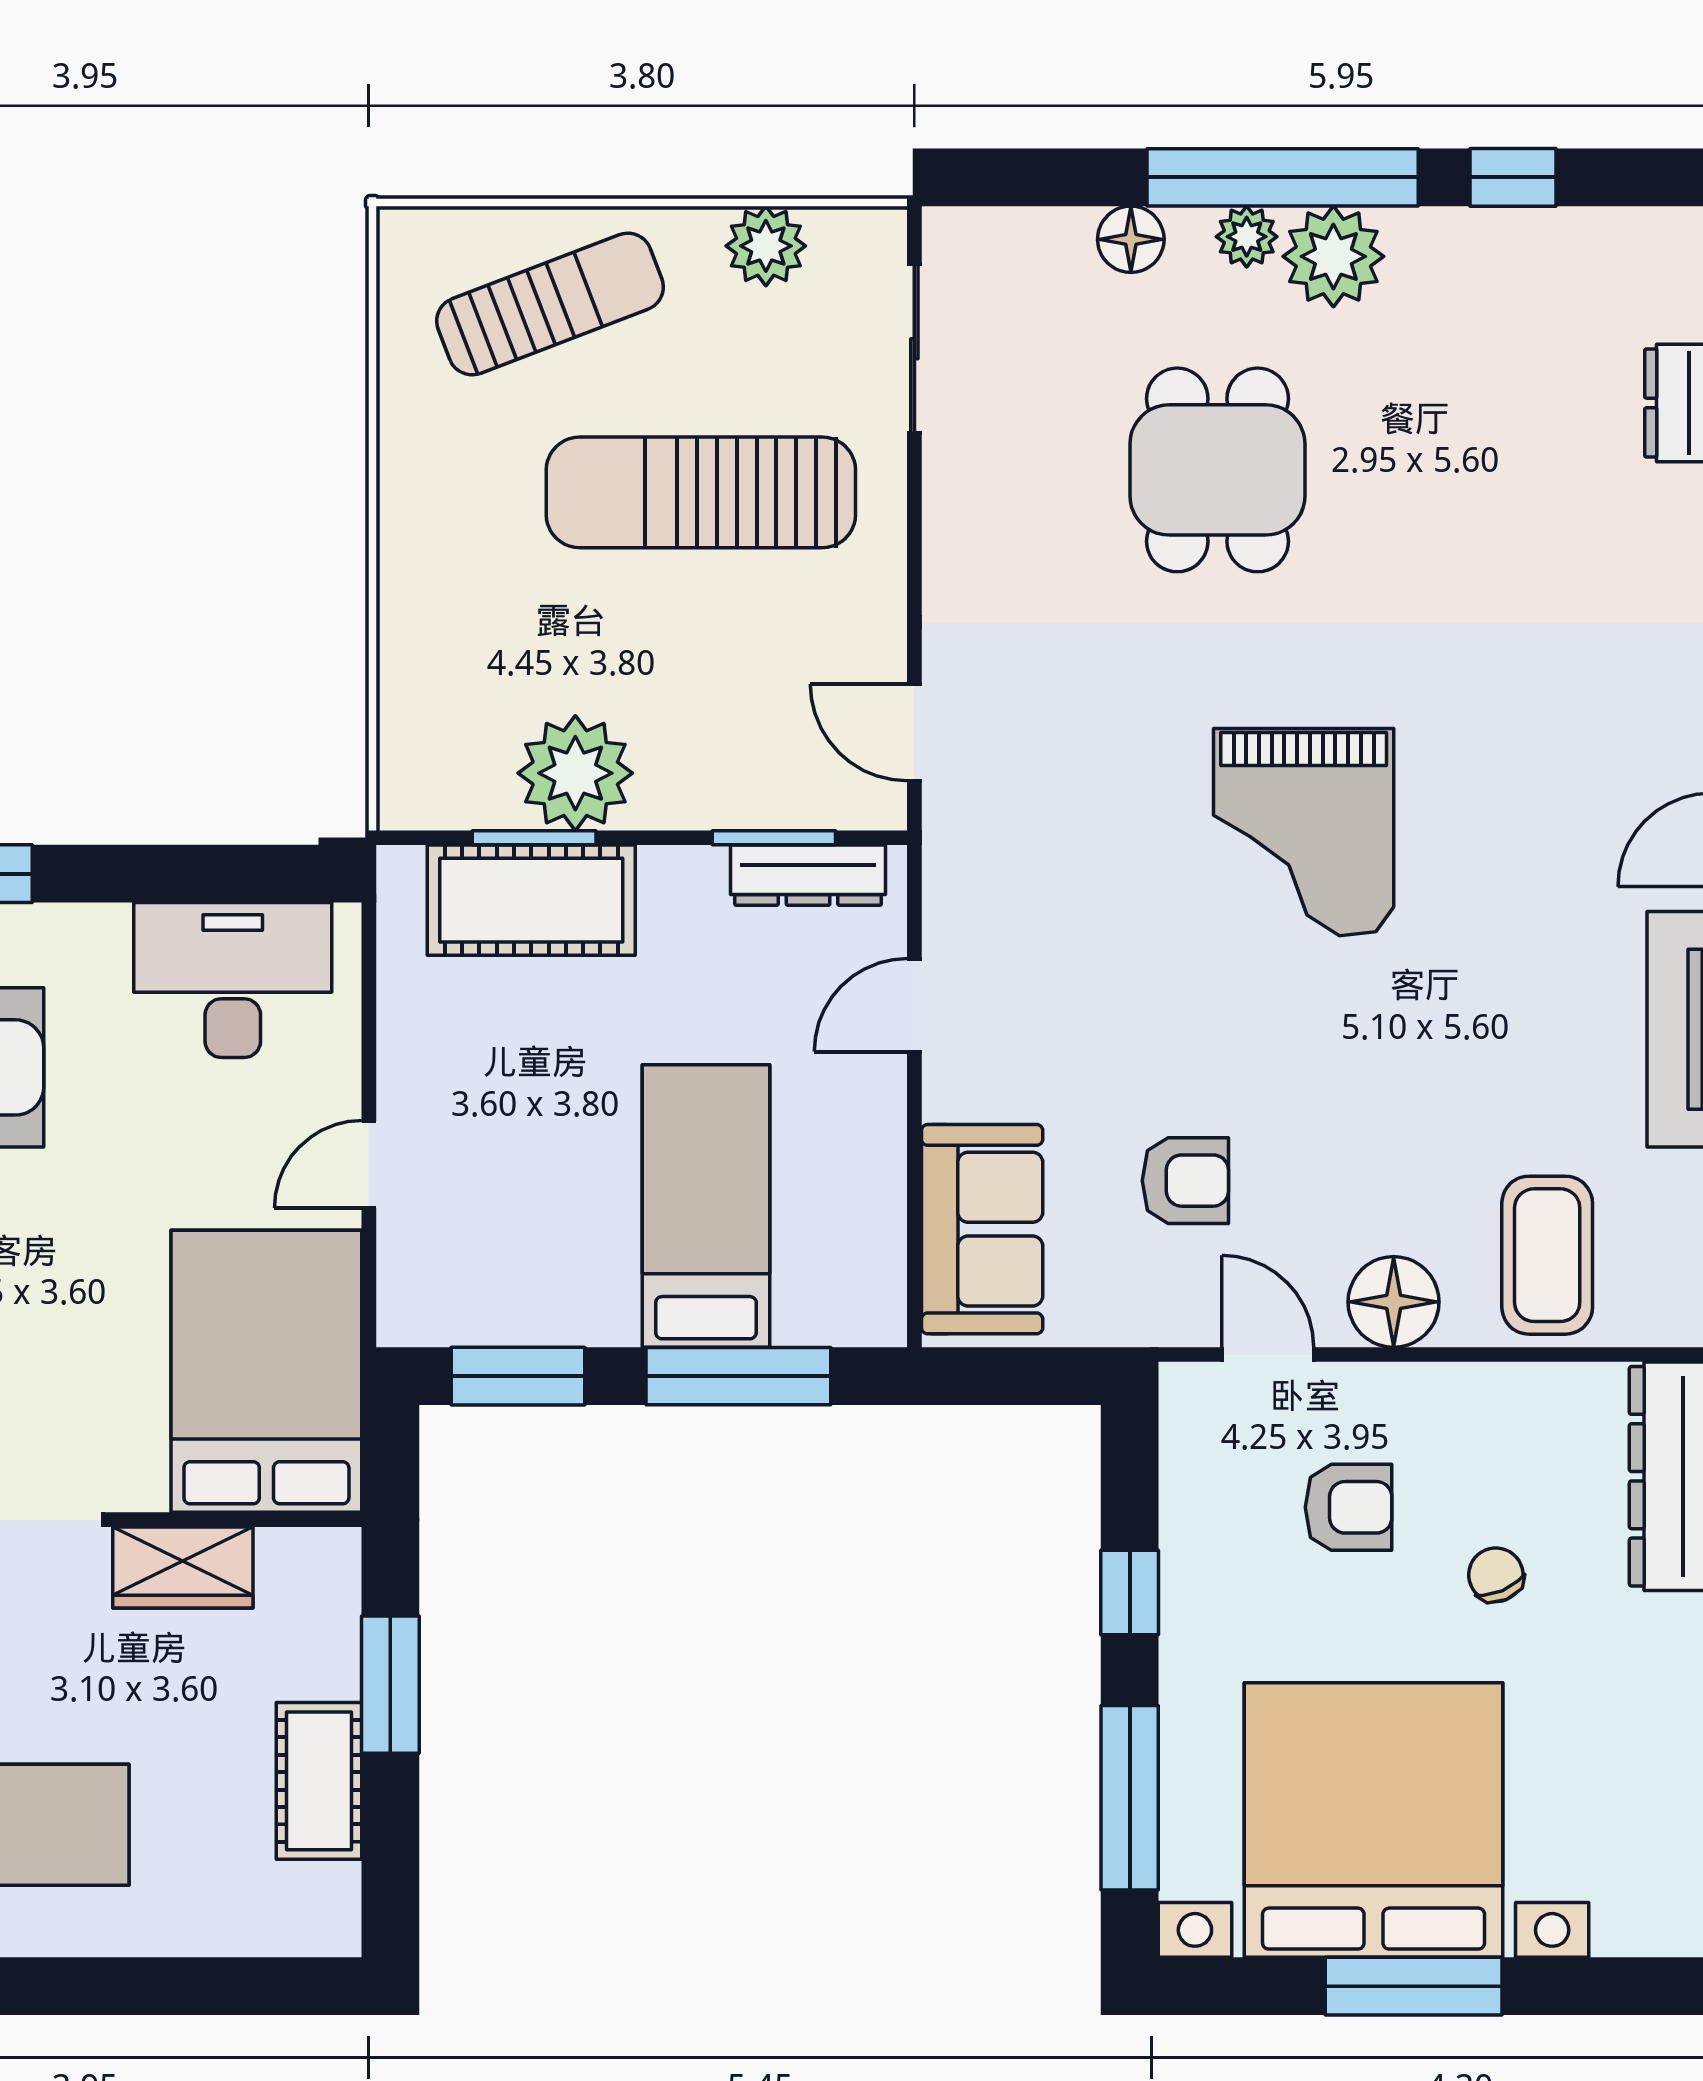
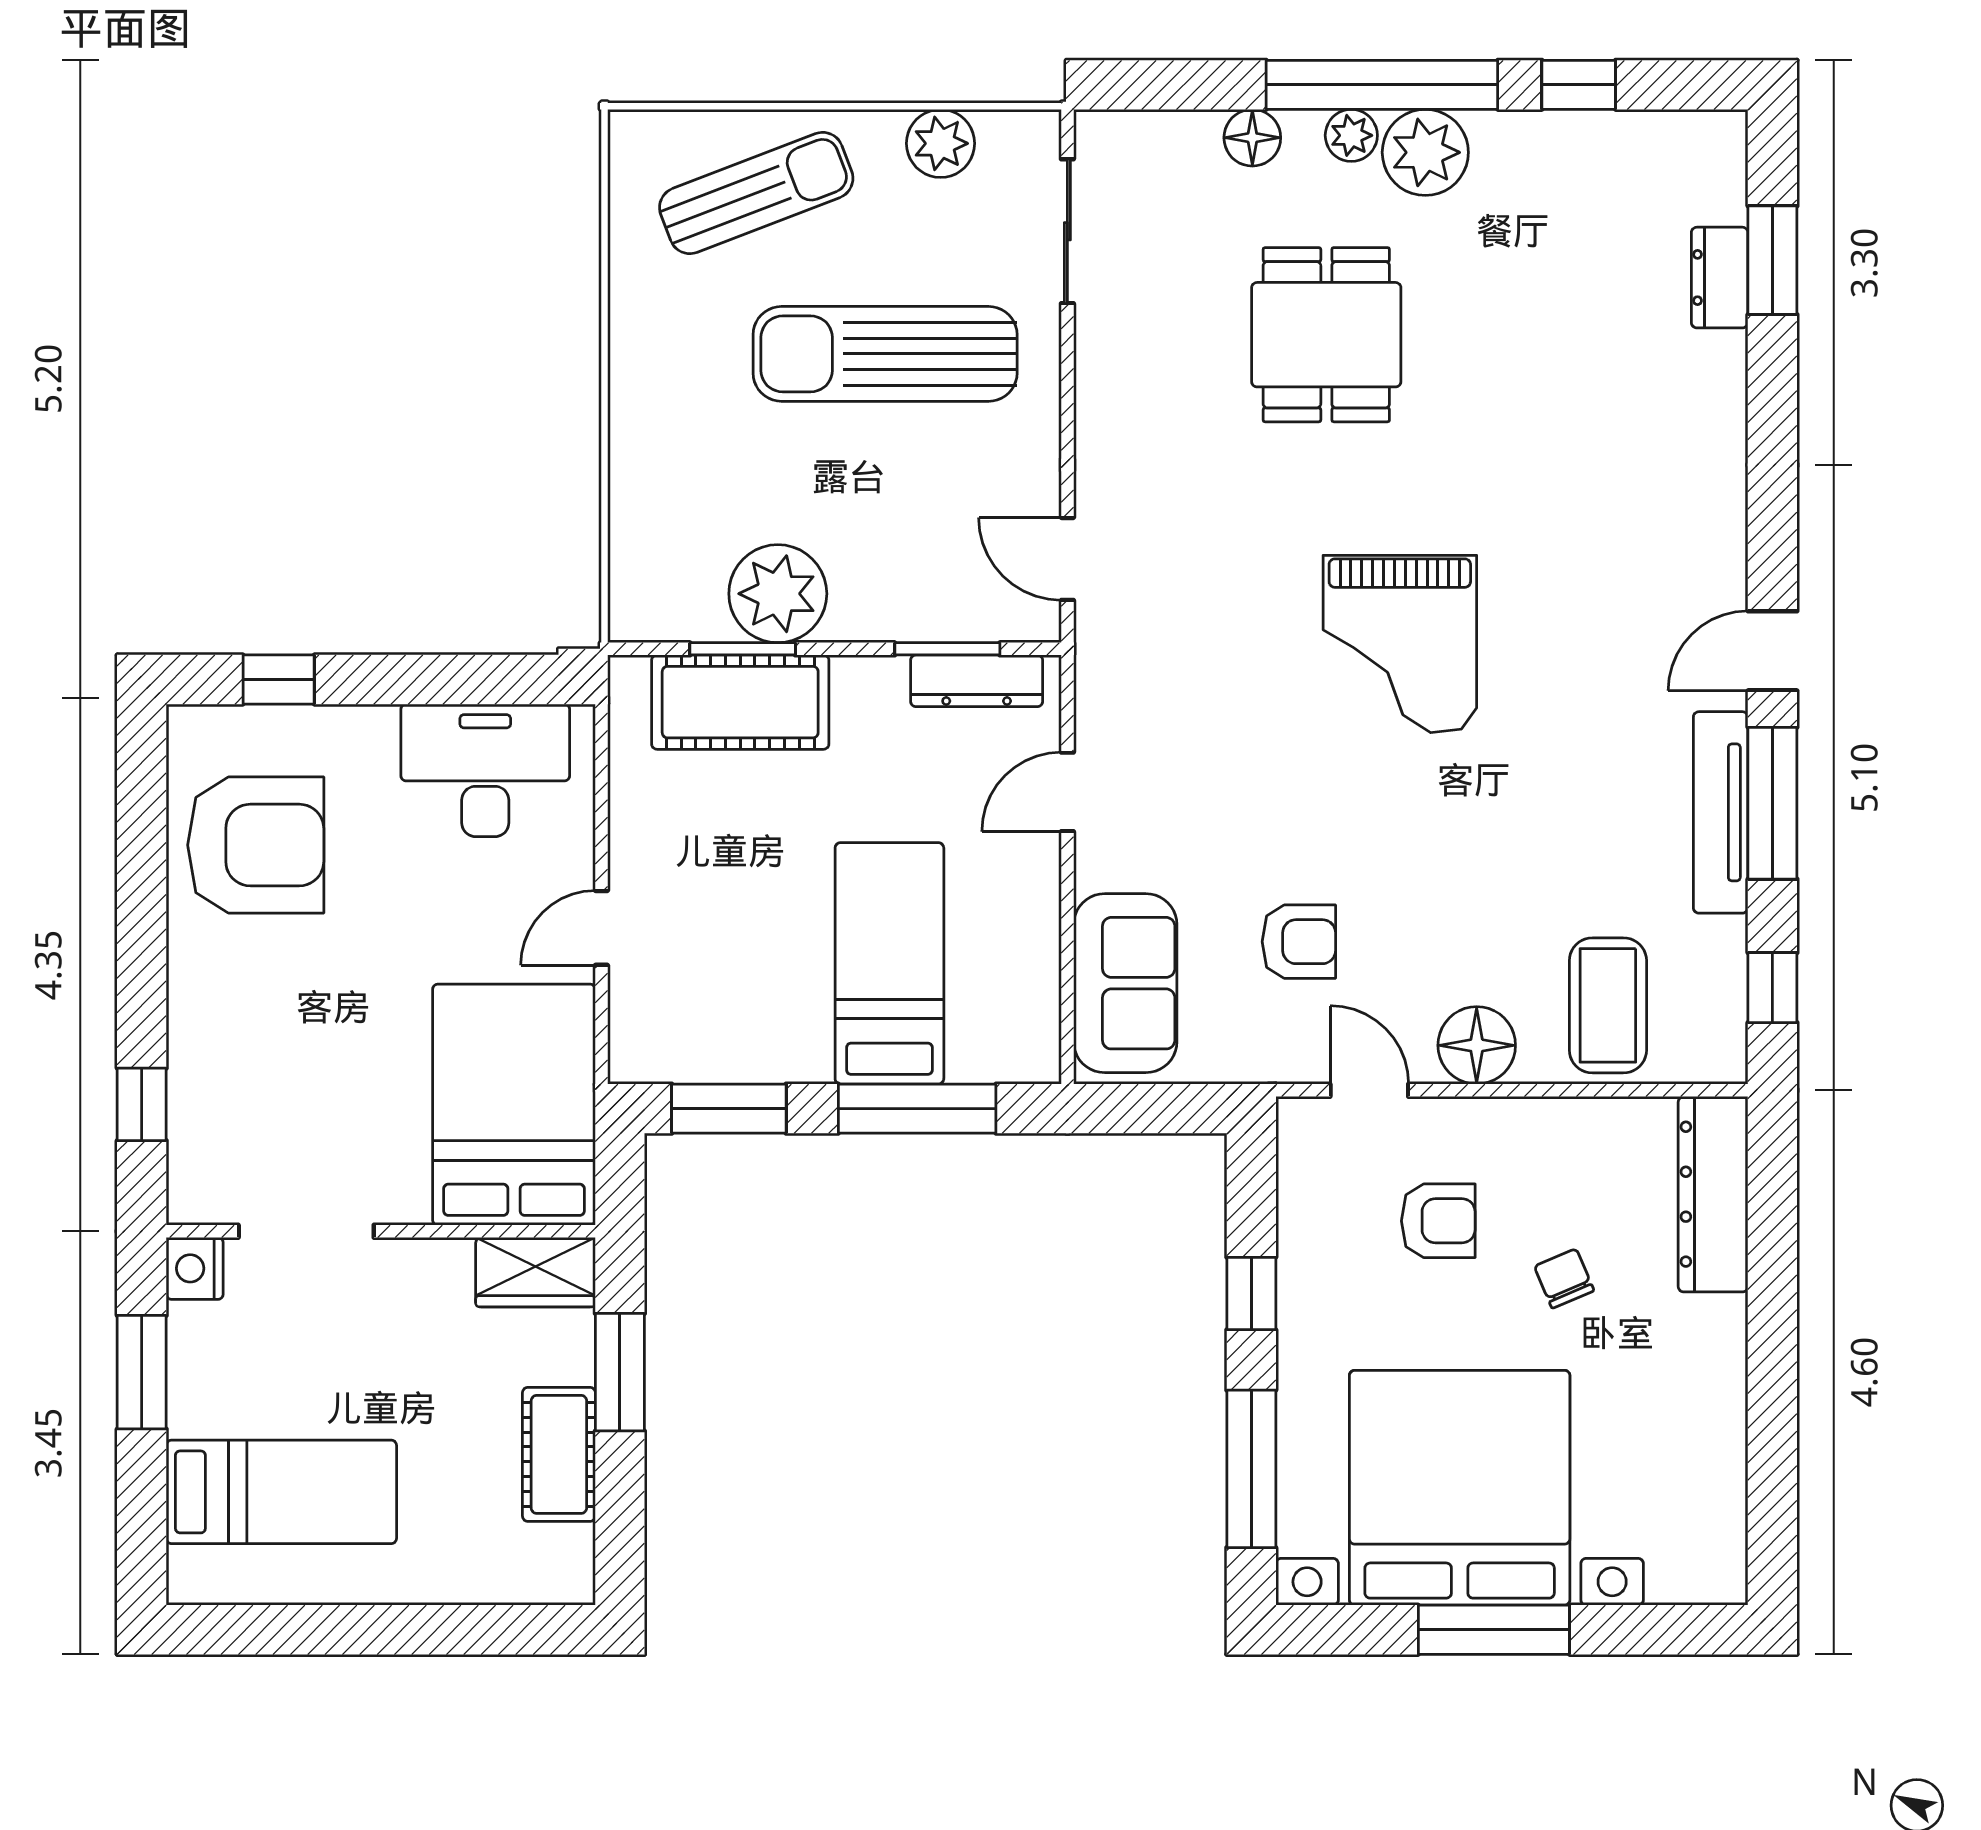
wardrobe: (183, 1567) -> (536, 1272), moved

